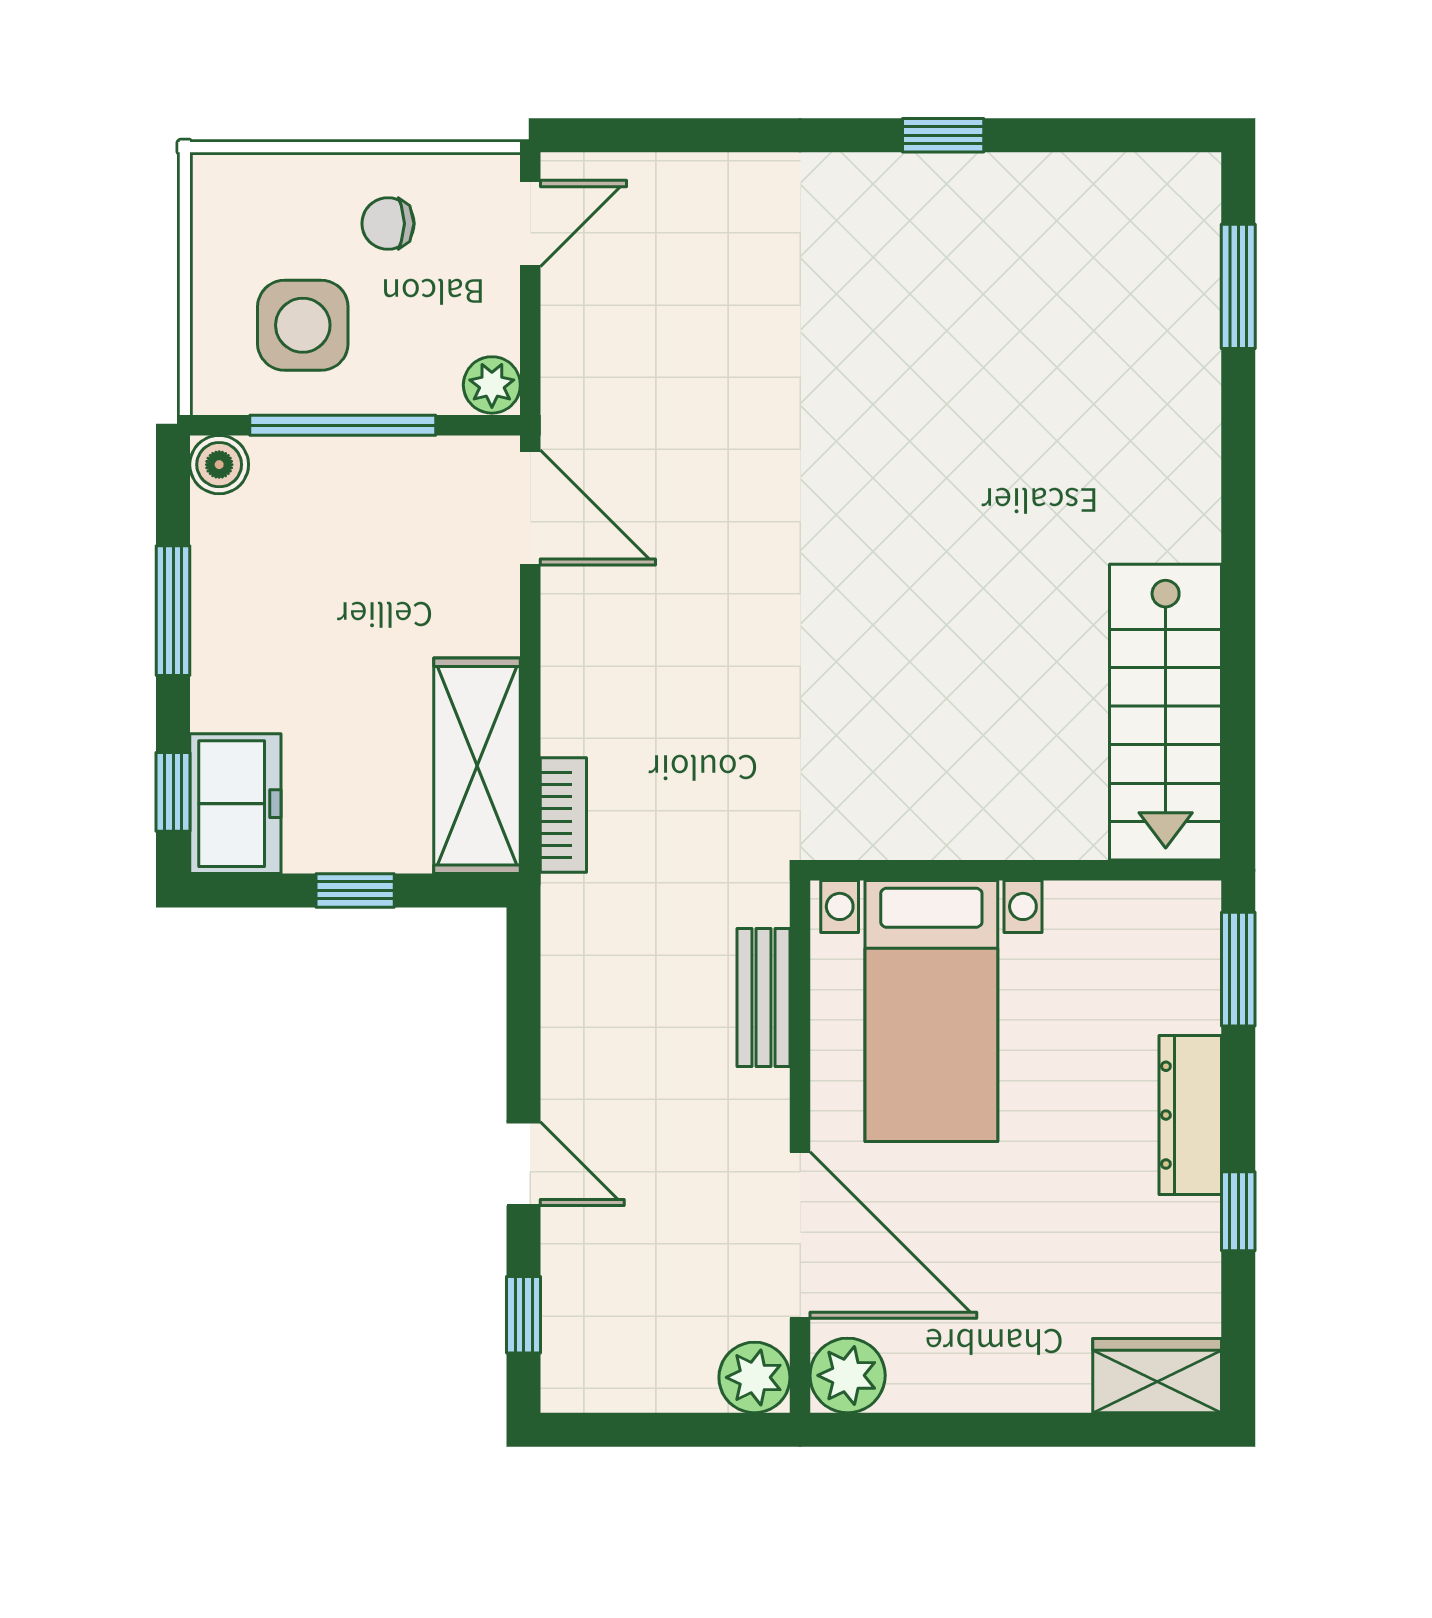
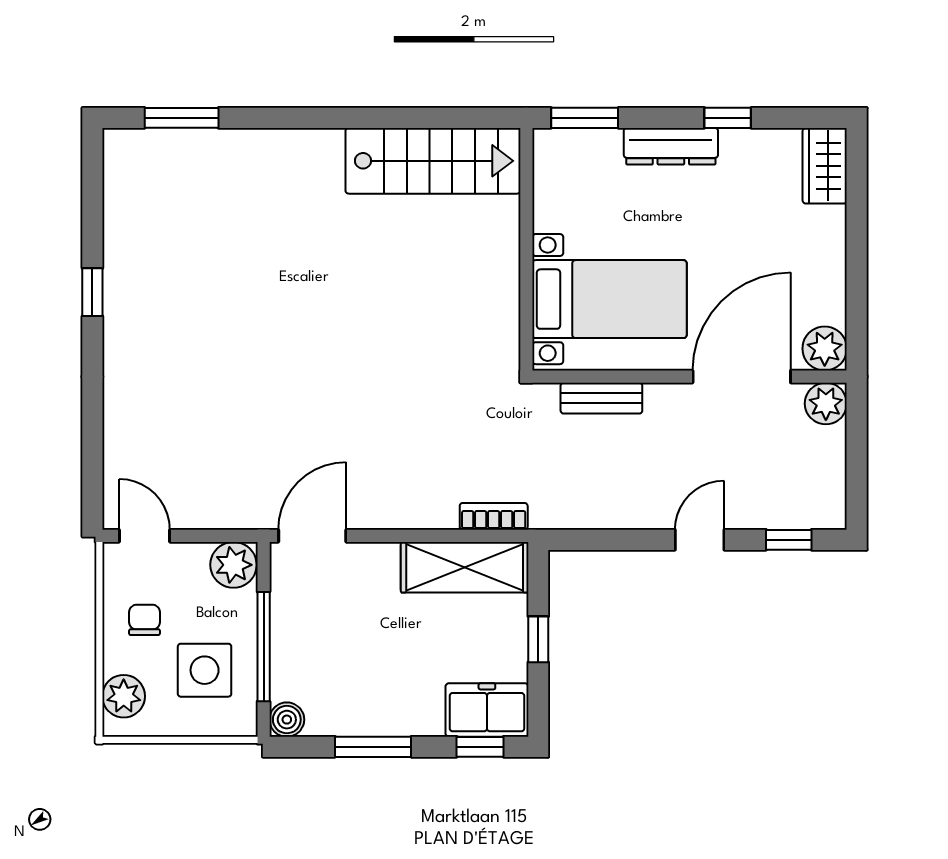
plant: (259, 188) -> (124, 696), added
chair: (388, 224) -> (144, 620), turned 180
plant: (492, 385) -> (233, 565), width x1.38, depth x1.38

